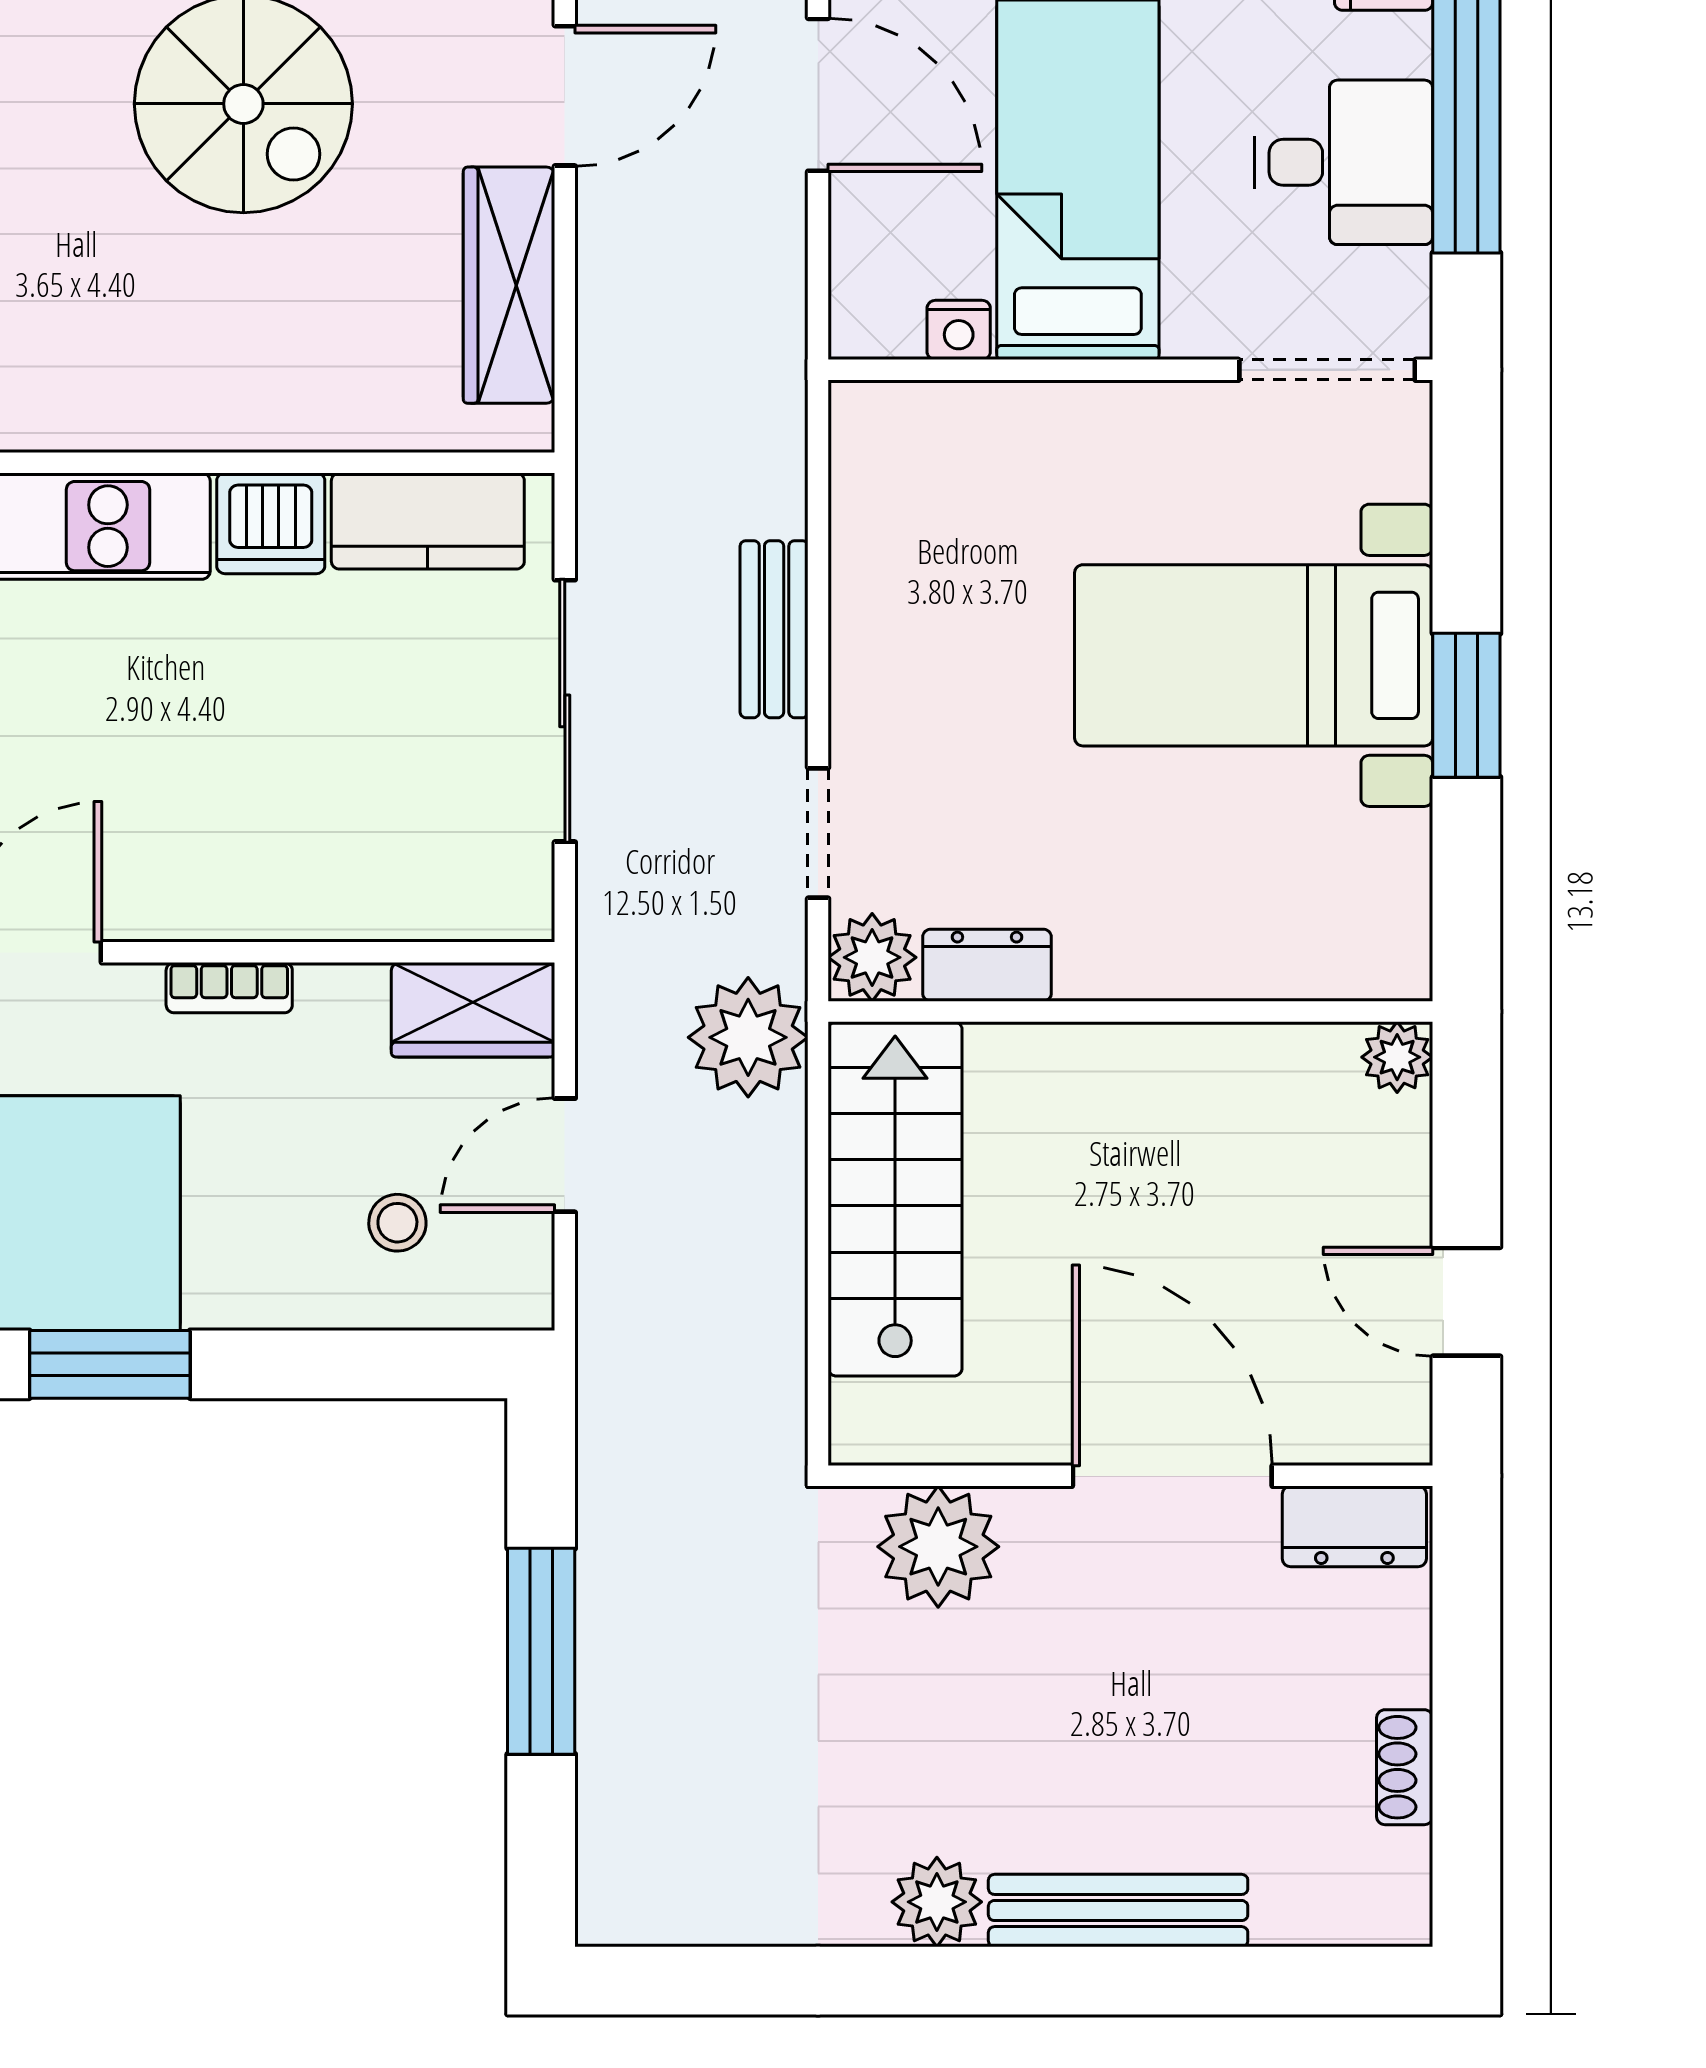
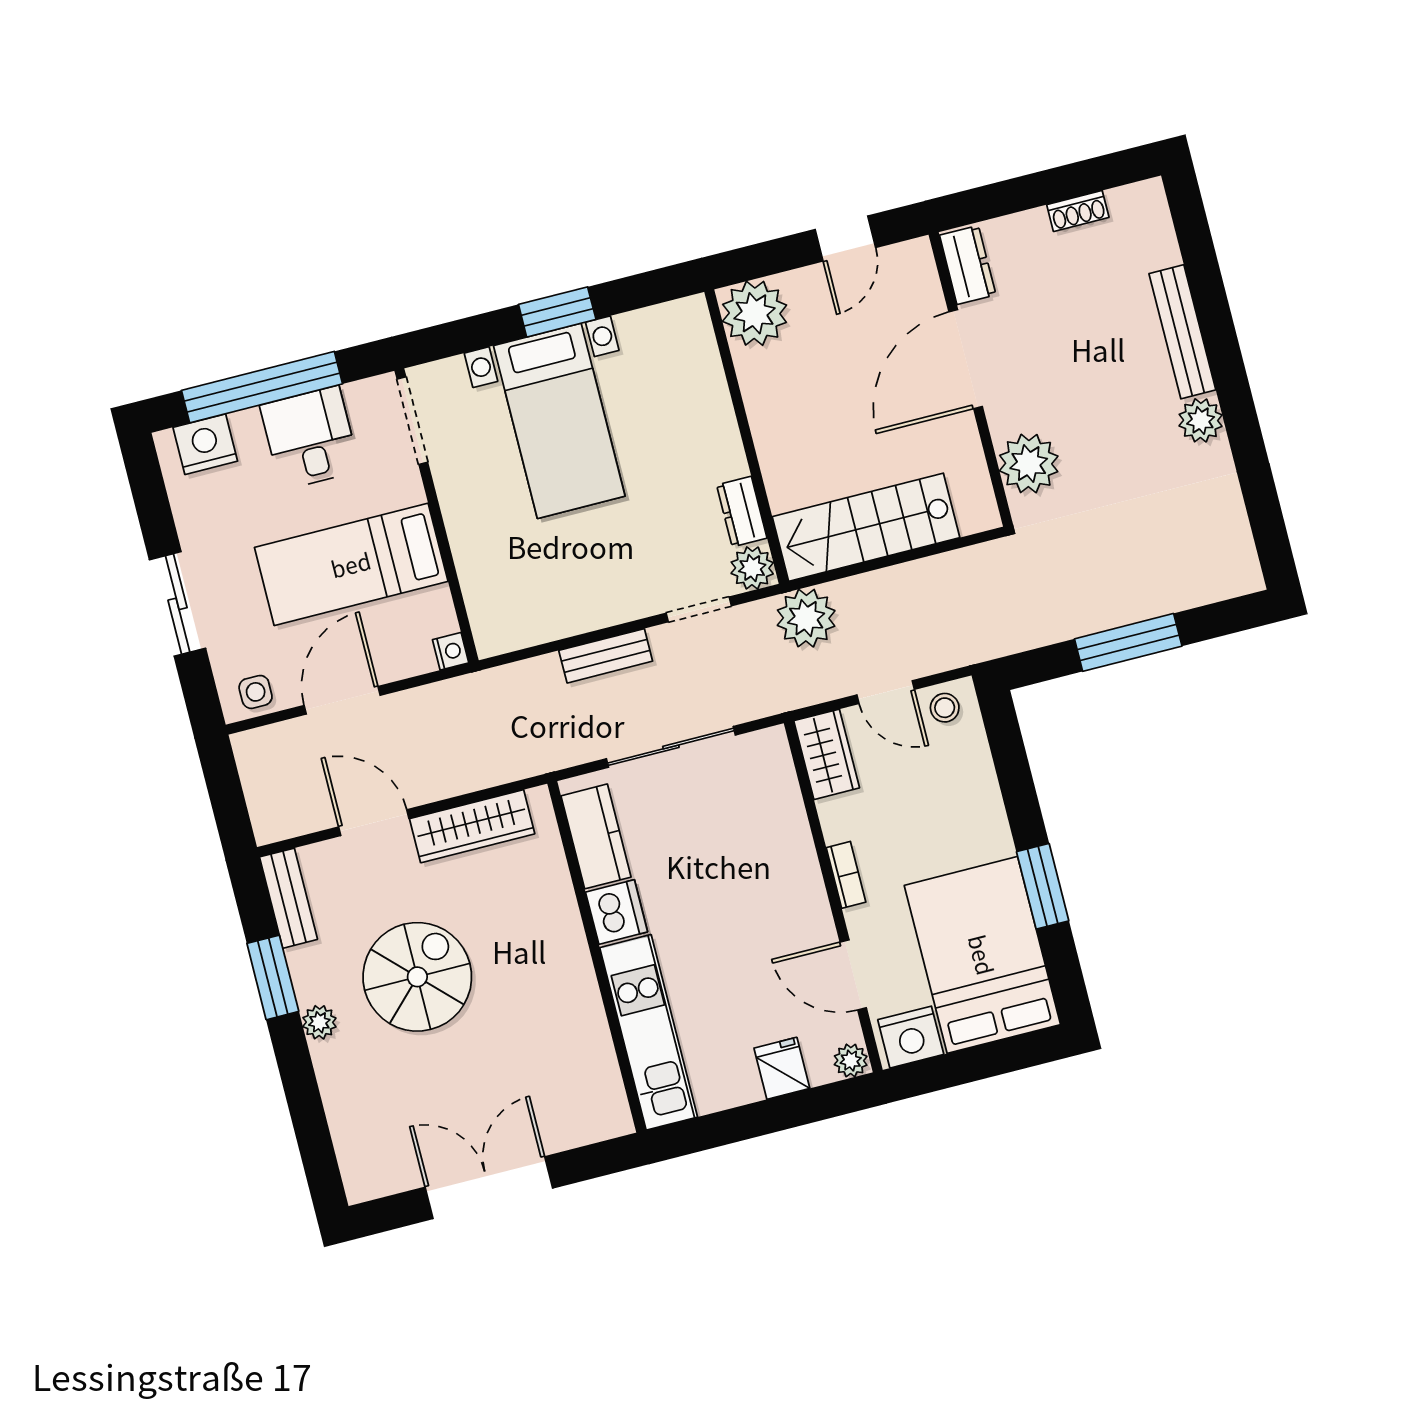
nightstand: (959, 330) -> (451, 651), moved
plant: (1397, 1057) -> (755, 313), width x1.88, depth x1.88
stool: (397, 1223) -> (945, 708), moved

